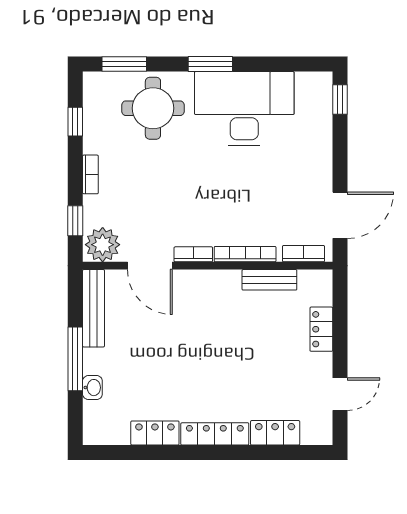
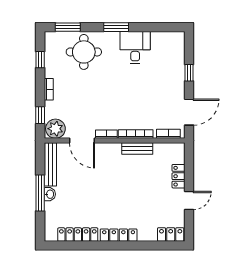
window: (340, 99) -> (189, 73), moved
desk: (244, 109) -> (135, 47), width x0.53, depth x0.77
bench: (269, 280) -> (137, 148), moved
washbasin: (92, 388) -> (50, 194), moved
door: (340, 394) -> (189, 201), moved
locker: (155, 433) -> (78, 235), width x1.53
locker: (275, 433) -> (171, 234), moved

